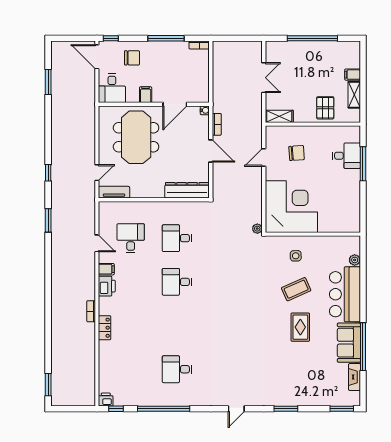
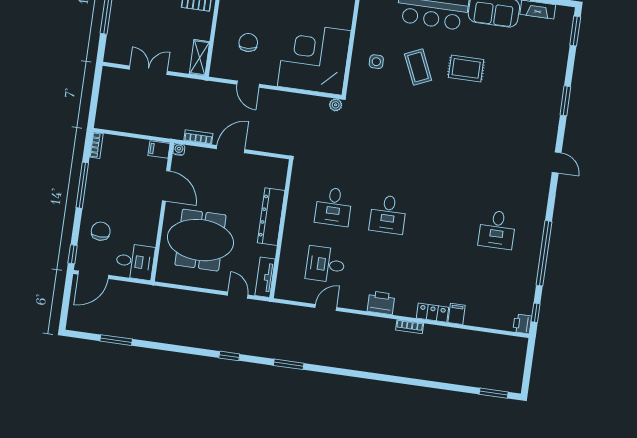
filing cabinet: (146, 95) -> (159, 149), moved
dresser: (187, 190) -> (271, 217), moved
filing cabinet: (106, 269) -> (457, 314), moved

